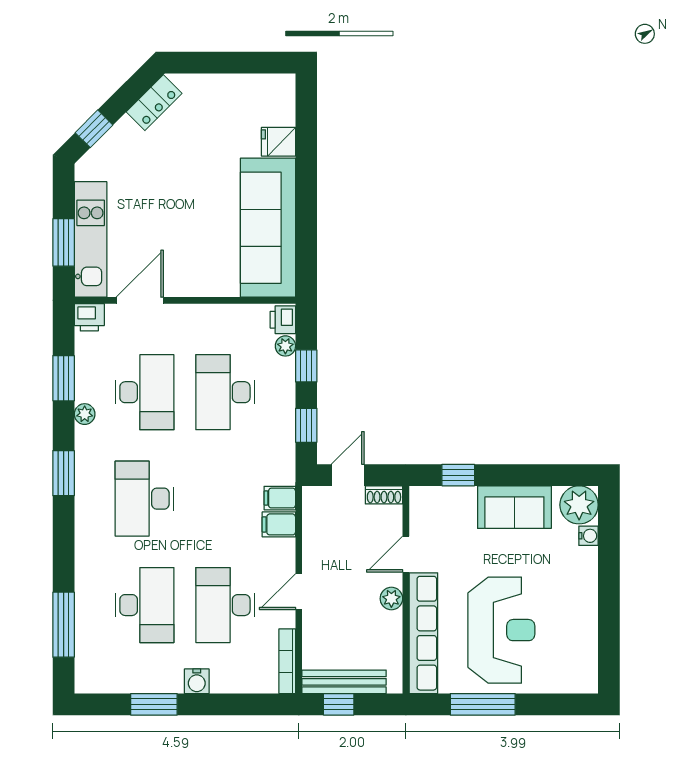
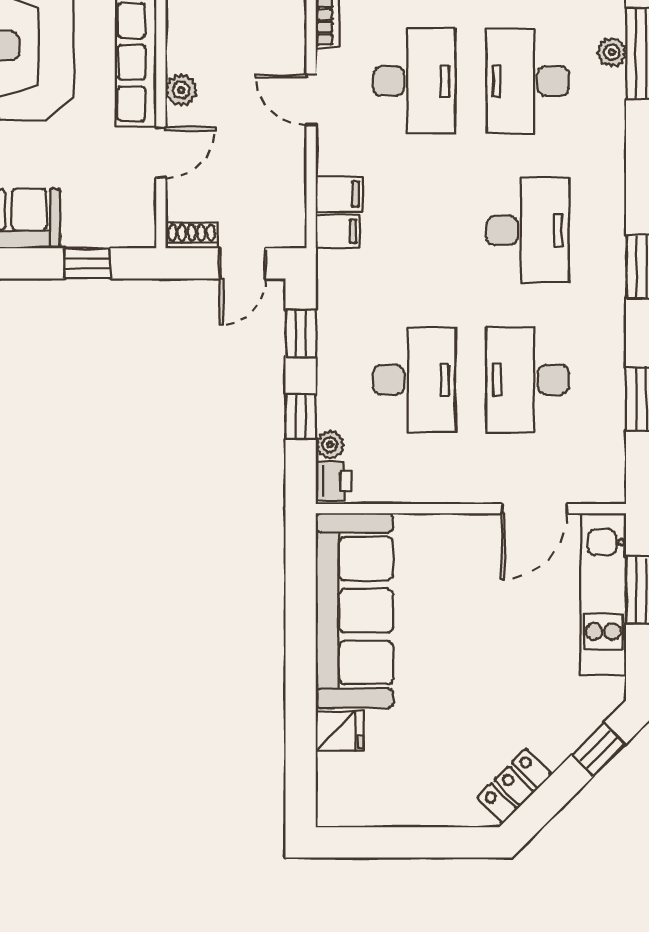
printer: (89, 317) -> (605, 485), removed
plant: (85, 414) -> (612, 52), moved
door: (299, 592) -> (311, 100), swing flipped

